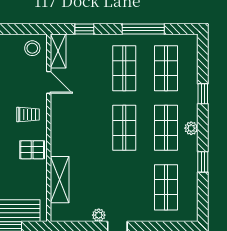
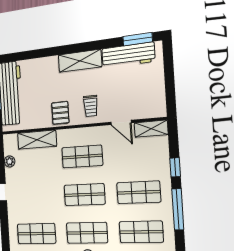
window: (84, 29) -> (175, 167), moved
stool: (32, 48) -> (152, 104), removed
door: (49, 82) -> (121, 122), hinge flipped
shop shelf: (82, 128) -> (82, 157), added
plant: (99, 215) -> (10, 161), moved

